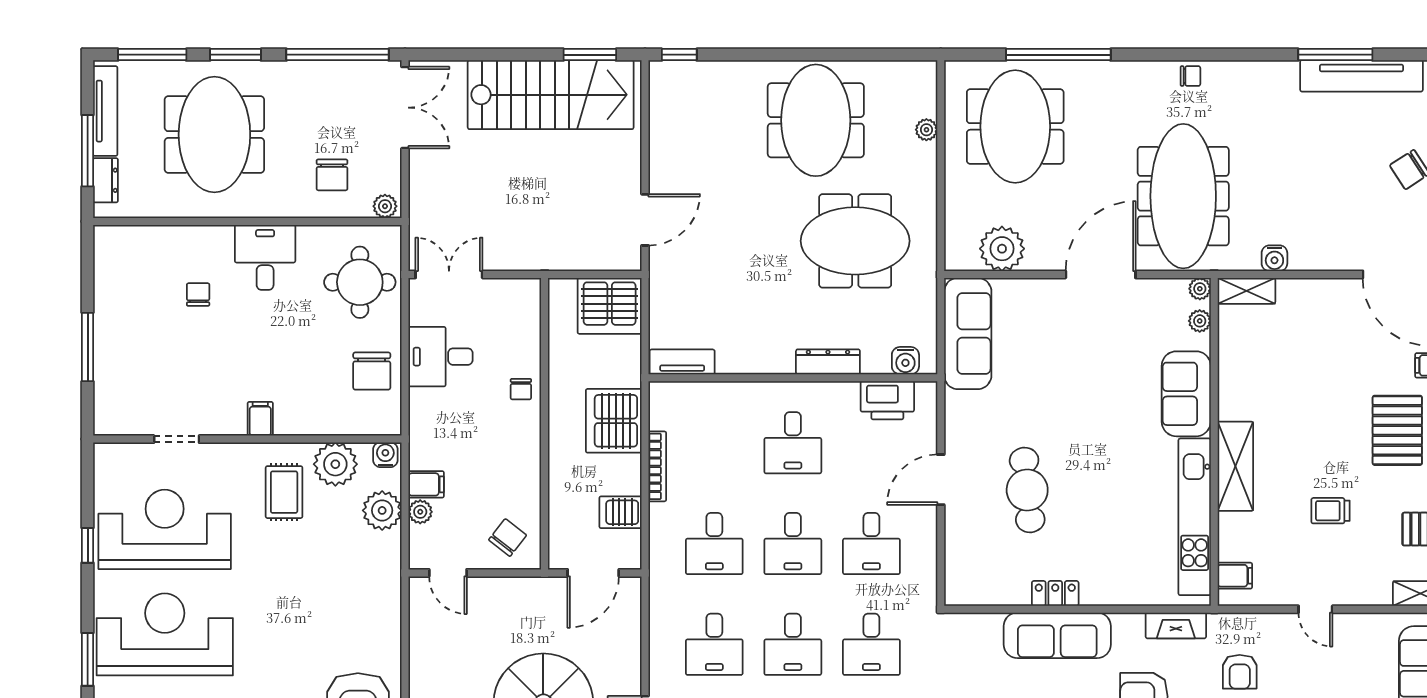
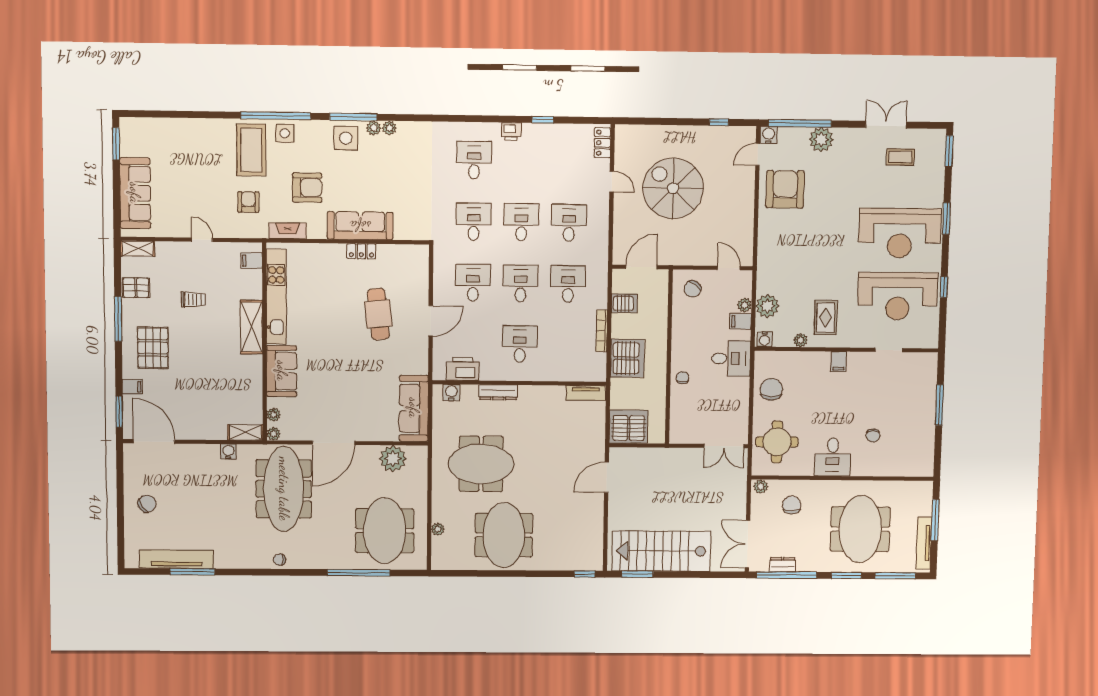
dresser: (106, 180) -> (783, 565), moved, turned 90
desk: (440, 357) -> (731, 359), moved
plant: (335, 464) -> (800, 340), width x0.53, depth x0.53

